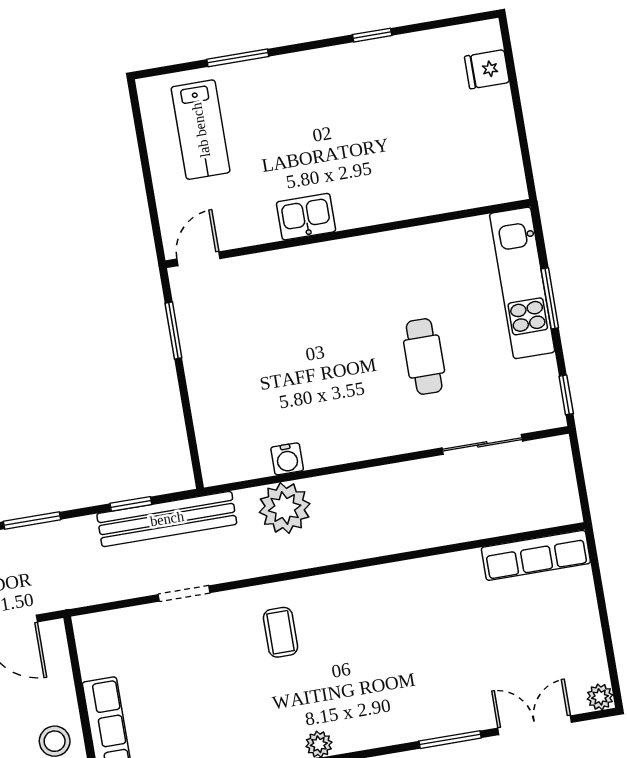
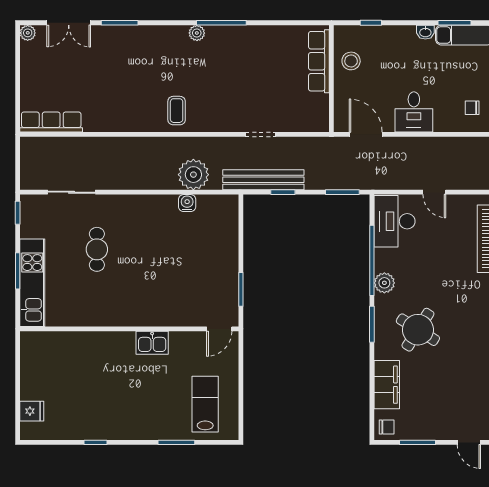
coffee table: (281, 632) -> (177, 111), moved

